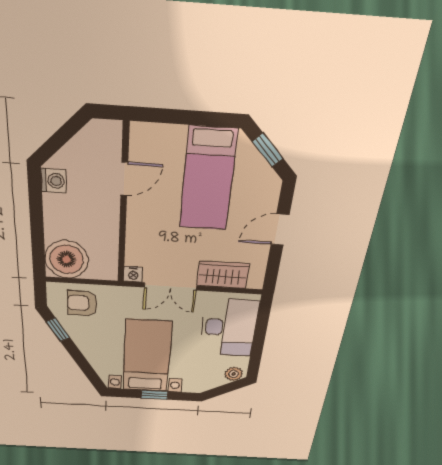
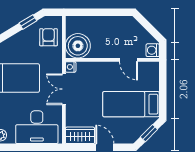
washing machine: (54, 181) -> (153, 50), moved, turned 90
boiler: (67, 259) -> (78, 46), moved
wardrobe: (223, 275) -> (80, 135), moved, turned -90

